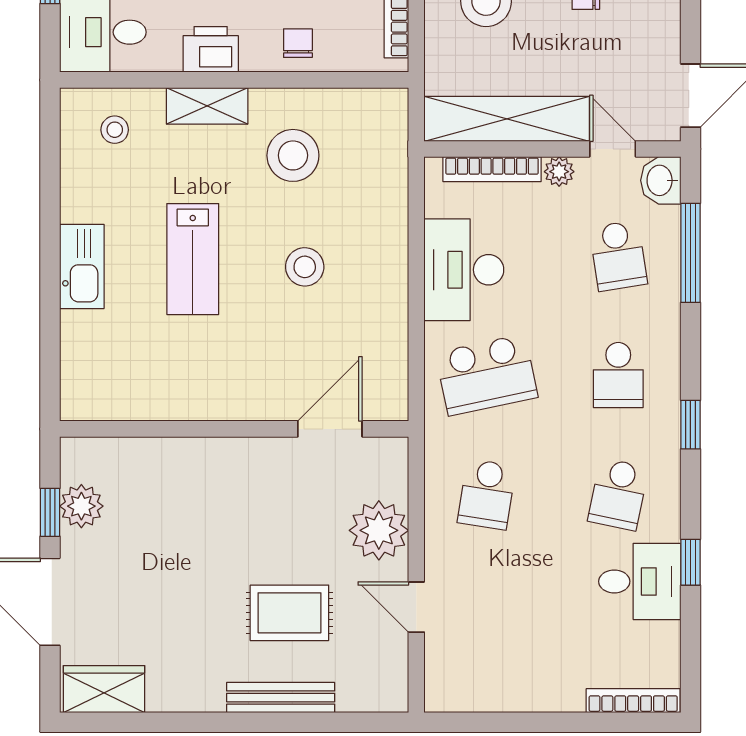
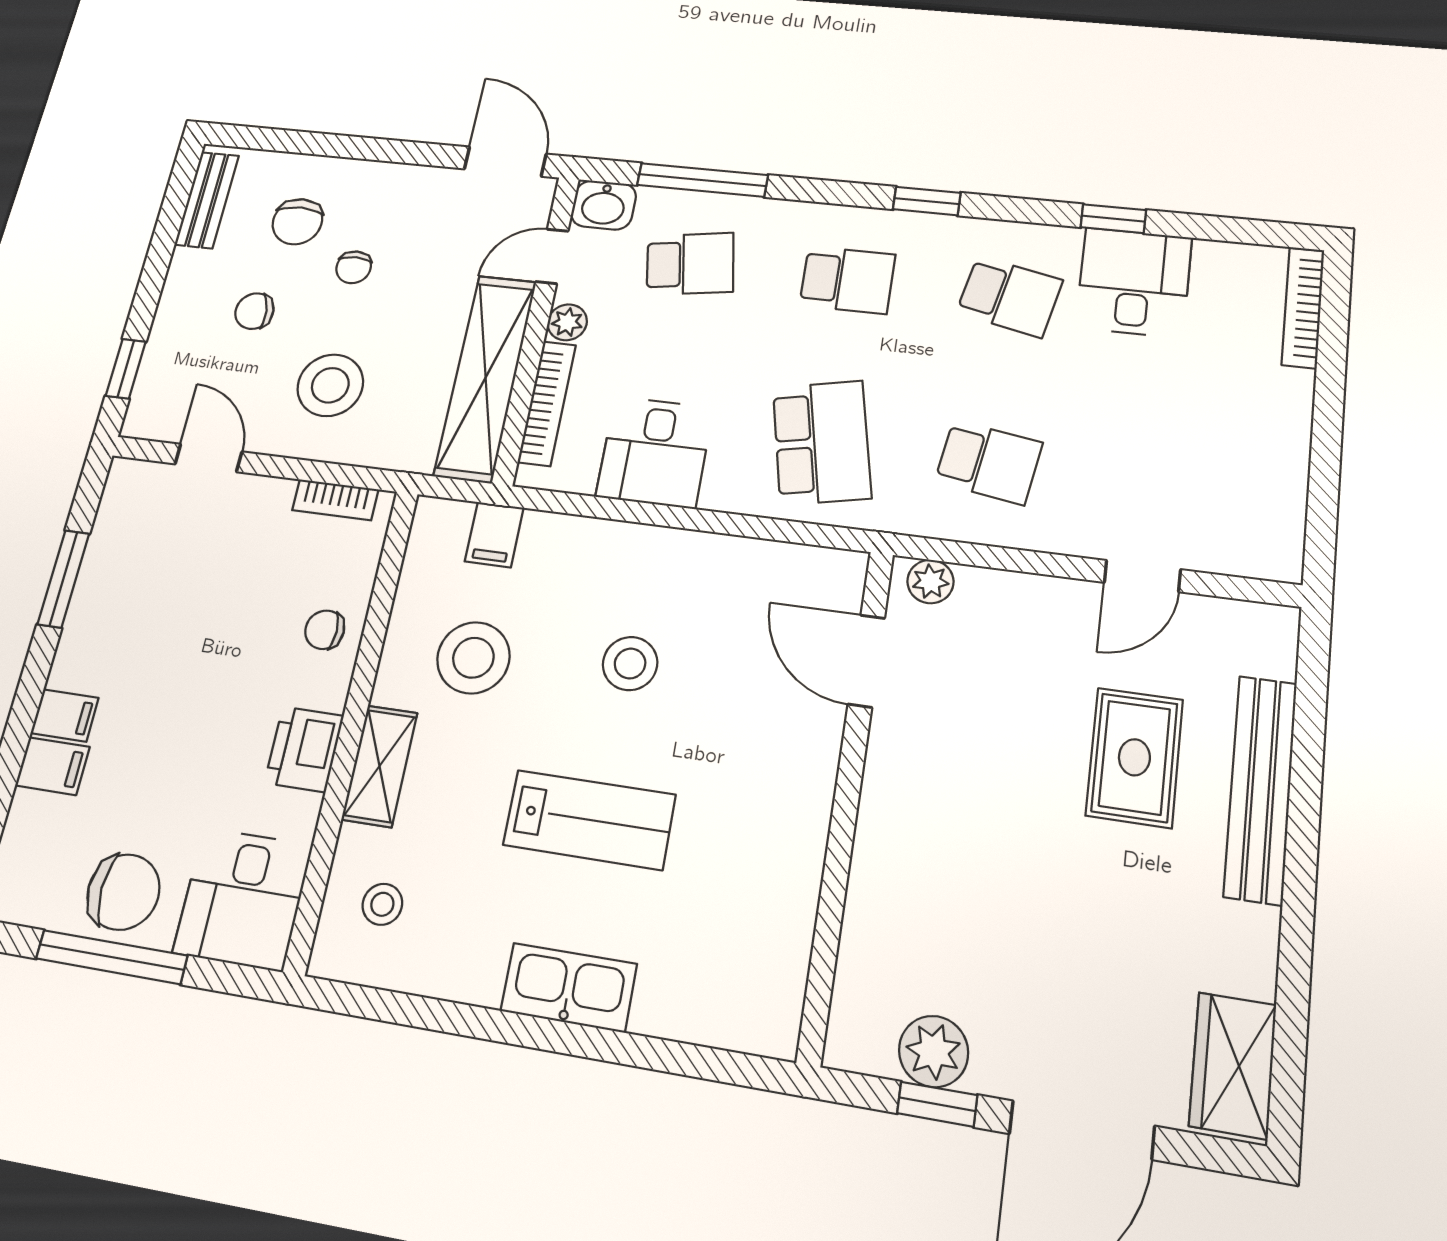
filing cabinet: (386, 151) -> (494, 535), added
desk: (464, 270) -> (655, 452), width x0.73
plant: (379, 530) -> (930, 581), moved, width x0.53, depth x0.53
bench: (281, 698) -> (1261, 789), width x1.37, depth x1.21

